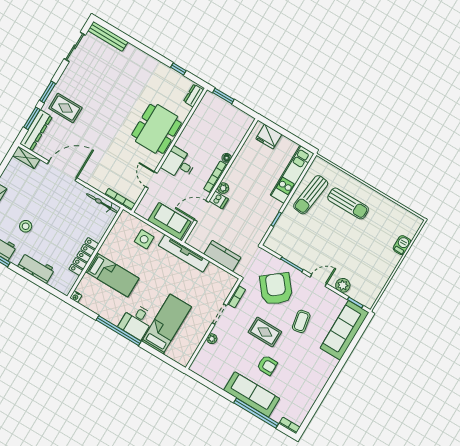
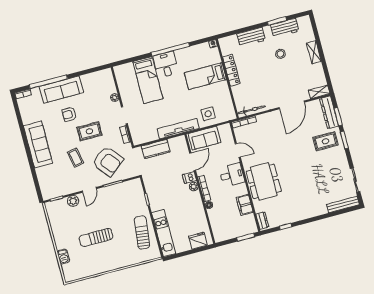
filing cabinet: (195, 125) -> (245, 205), added
sun lounger: (348, 203) -> (96, 237), moved
sofa: (344, 330) -> (38, 144), moved

